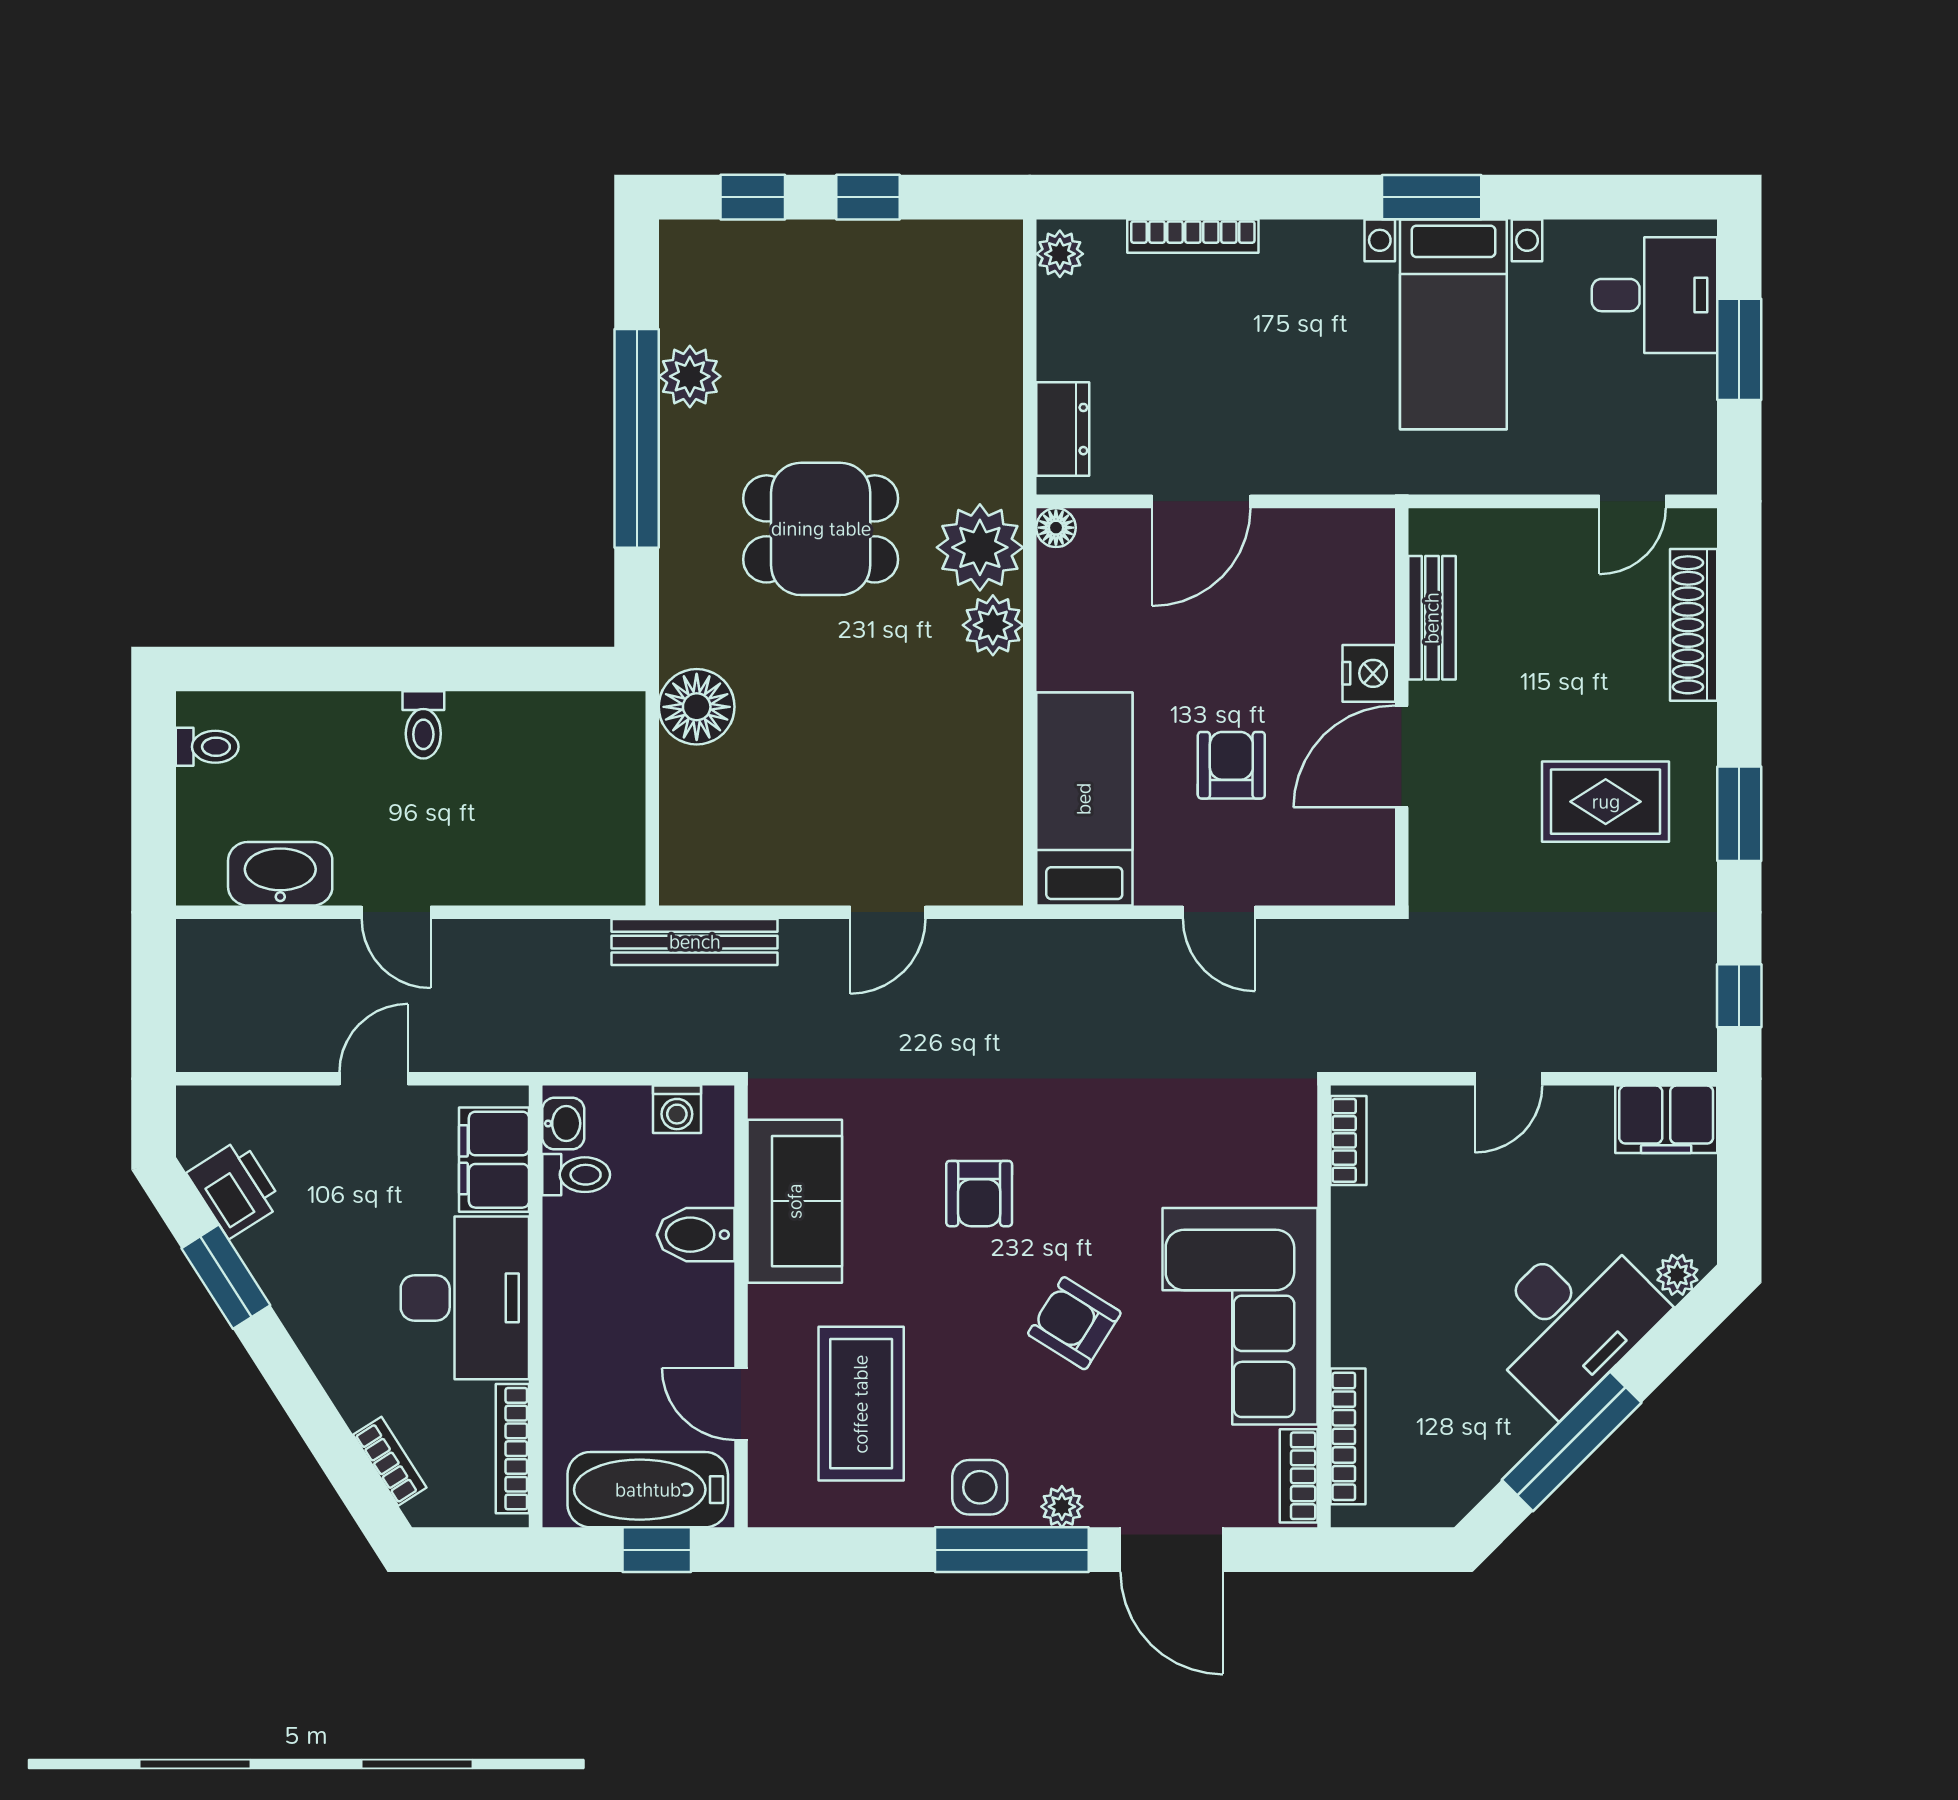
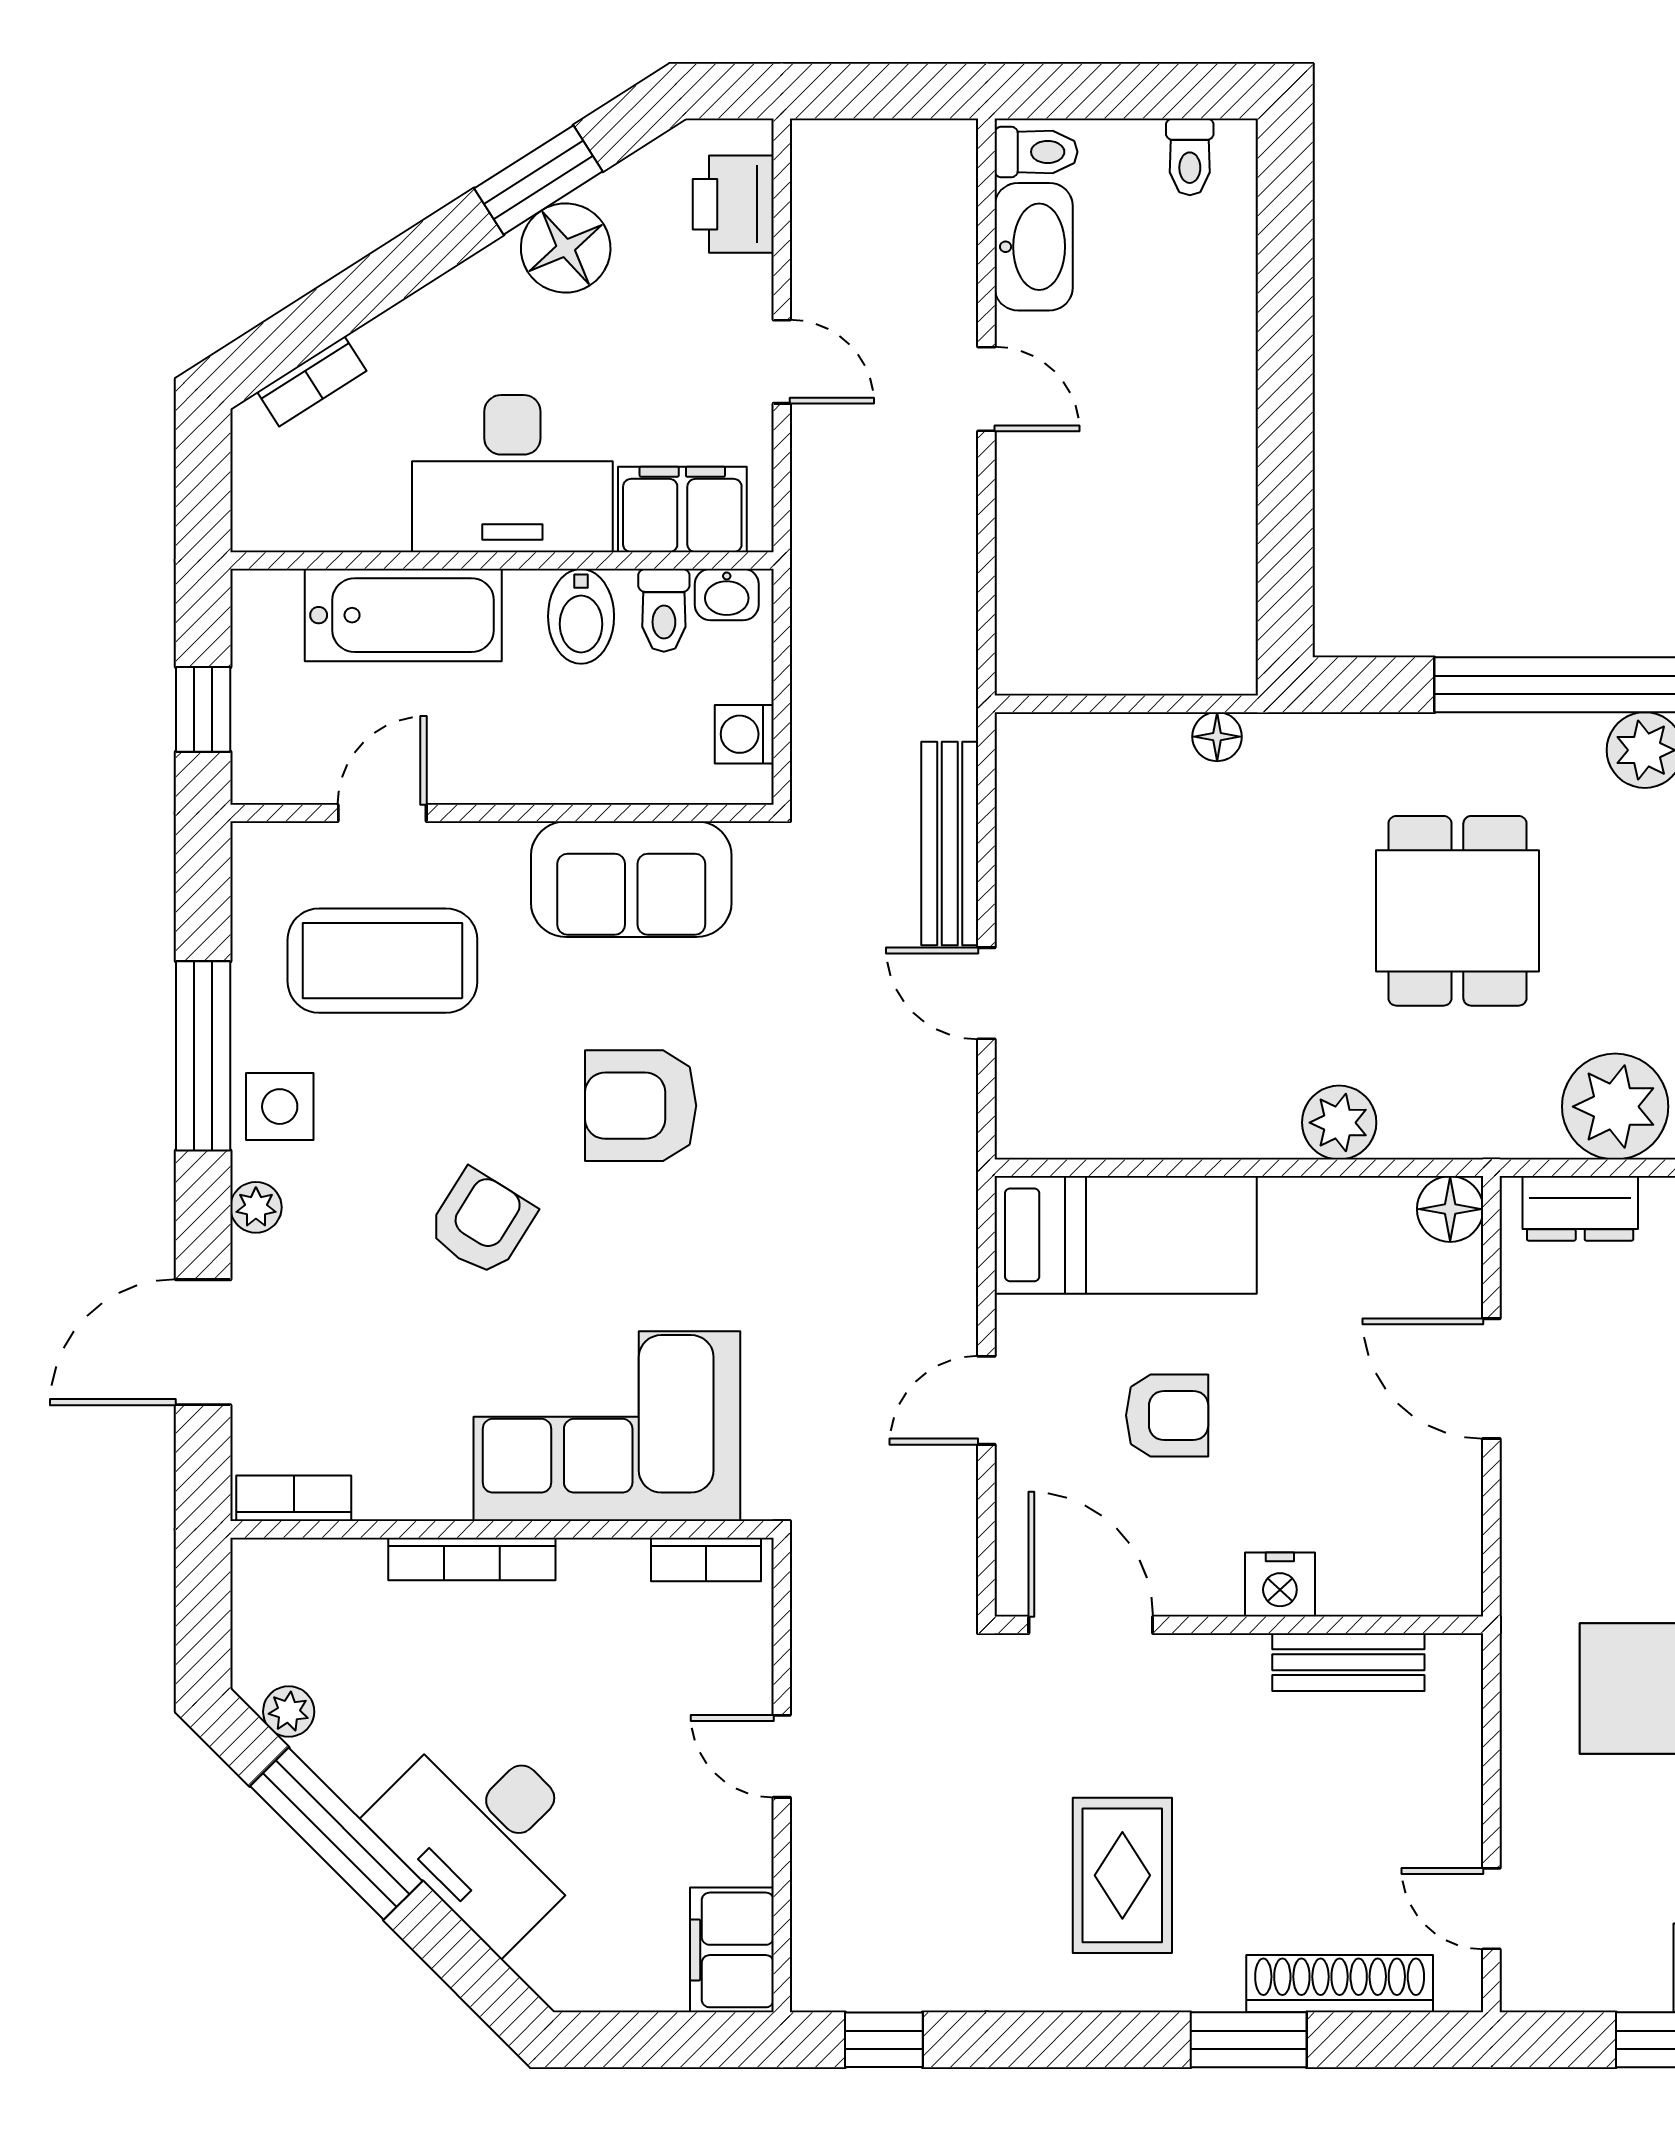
floor lamp: (1056, 528) -> (1450, 1209), width x1.37, depth x1.37
plant: (980, 547) -> (1615, 1107), moved
floor lamp: (697, 707) -> (1217, 737), width x0.53, depth x0.53
toilet: (423, 725) -> (1036, 152), moved, turned 180
door: (1402, 756) -> (1091, 1625), moved
window: (1739, 814) -> (1249, 2040), moved
door: (396, 912) -> (986, 389), swing flipped
bench: (695, 942) -> (950, 844), moved
printer: (235, 1189) -> (733, 204), moved, turned 123
armchair: (979, 1194) -> (641, 1106), width x1.38, depth x1.38
bidet: (696, 1235) -> (581, 616), moved, turned 180
floor lamp: (281, 1255) -> (566, 248), added
plant: (1677, 1275) -> (289, 1712), moved
corner sofa: (1240, 1316) -> (607, 1426), moved
bookcase: (1348, 1436) -> (472, 1559), moved
bookcase: (512, 1449) -> (327, 532), removed
bathtub: (648, 1490) -> (403, 615), moved, turned 90
window: (1012, 1550) -> (203, 1056), moved

